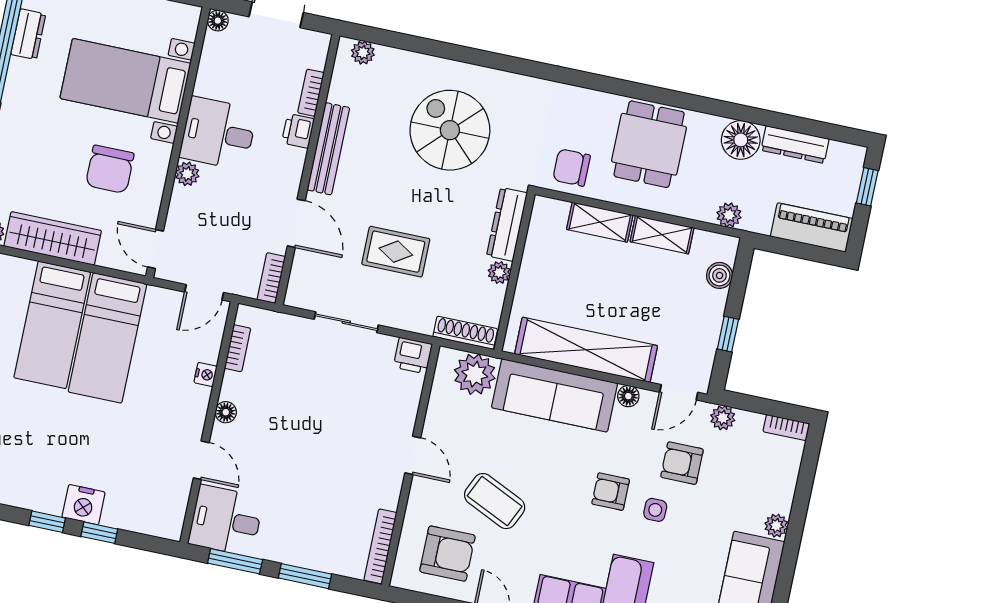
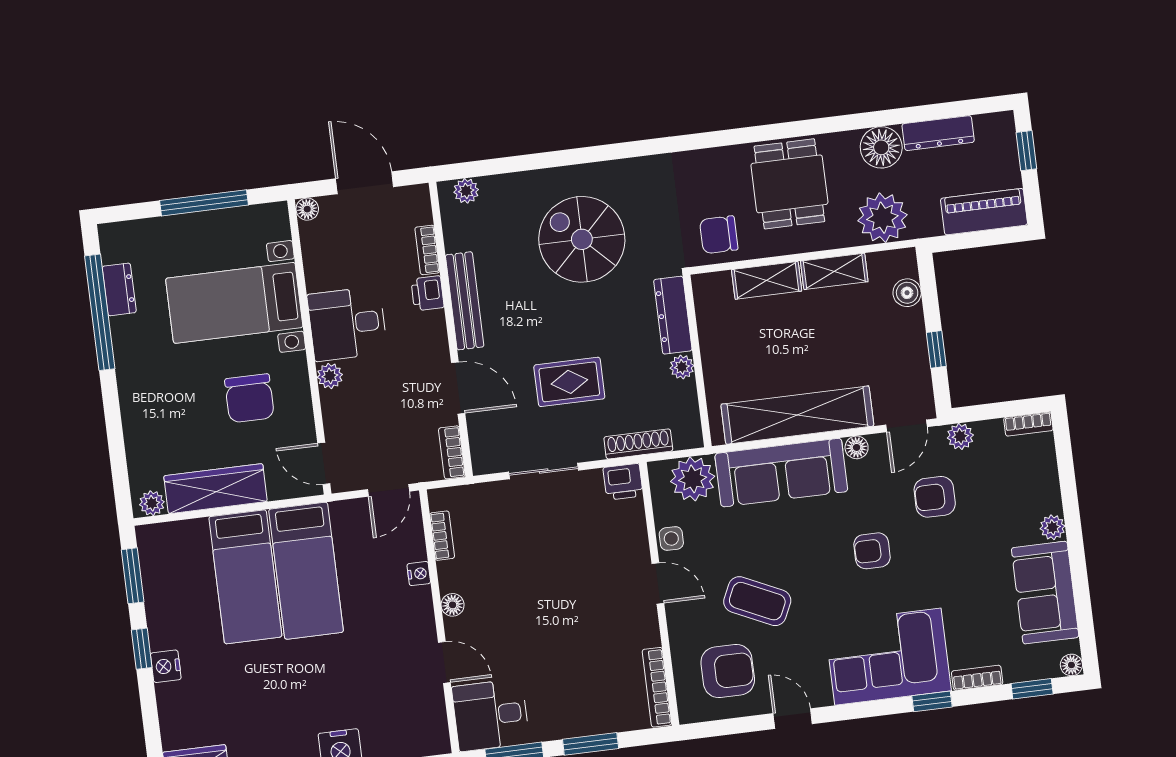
plant: (729, 215) -> (882, 218), width x1.88, depth x1.88
shoe rack: (465, 333) -> (638, 444), moved
side table: (655, 510) -> (671, 538), moved

